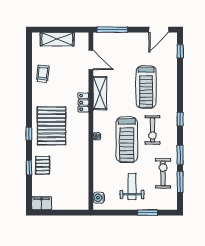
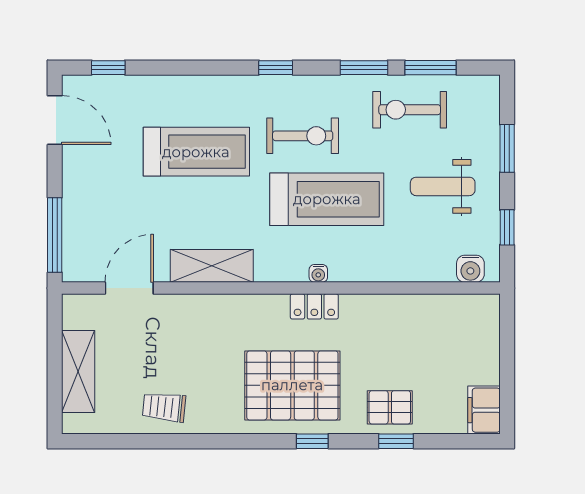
locker: (83, 102) -> (314, 306), moved
window: (115, 213) -> (507, 227), added

